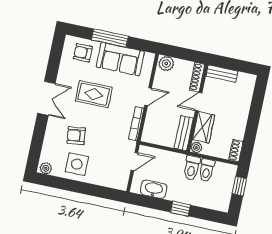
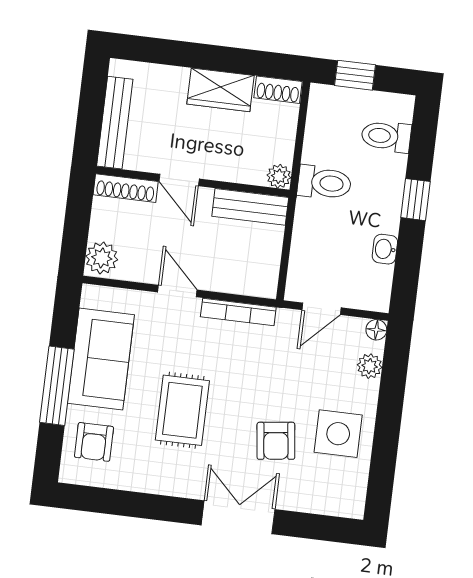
bench: (222, 74) -> (115, 123), width x1.36
double door: (46, 98) -> (238, 517), moved
wardrobe: (204, 127) -> (221, 90), moved, turned 180
door: (134, 162) -> (321, 309), swing flipped
plant: (46, 168) -> (370, 366), moved
toilet: (207, 170) -> (386, 136), moved, turned 180
floor lamp: (123, 186) -> (376, 330), added
washbasin: (154, 189) -> (385, 249), width x0.52, depth x0.69

